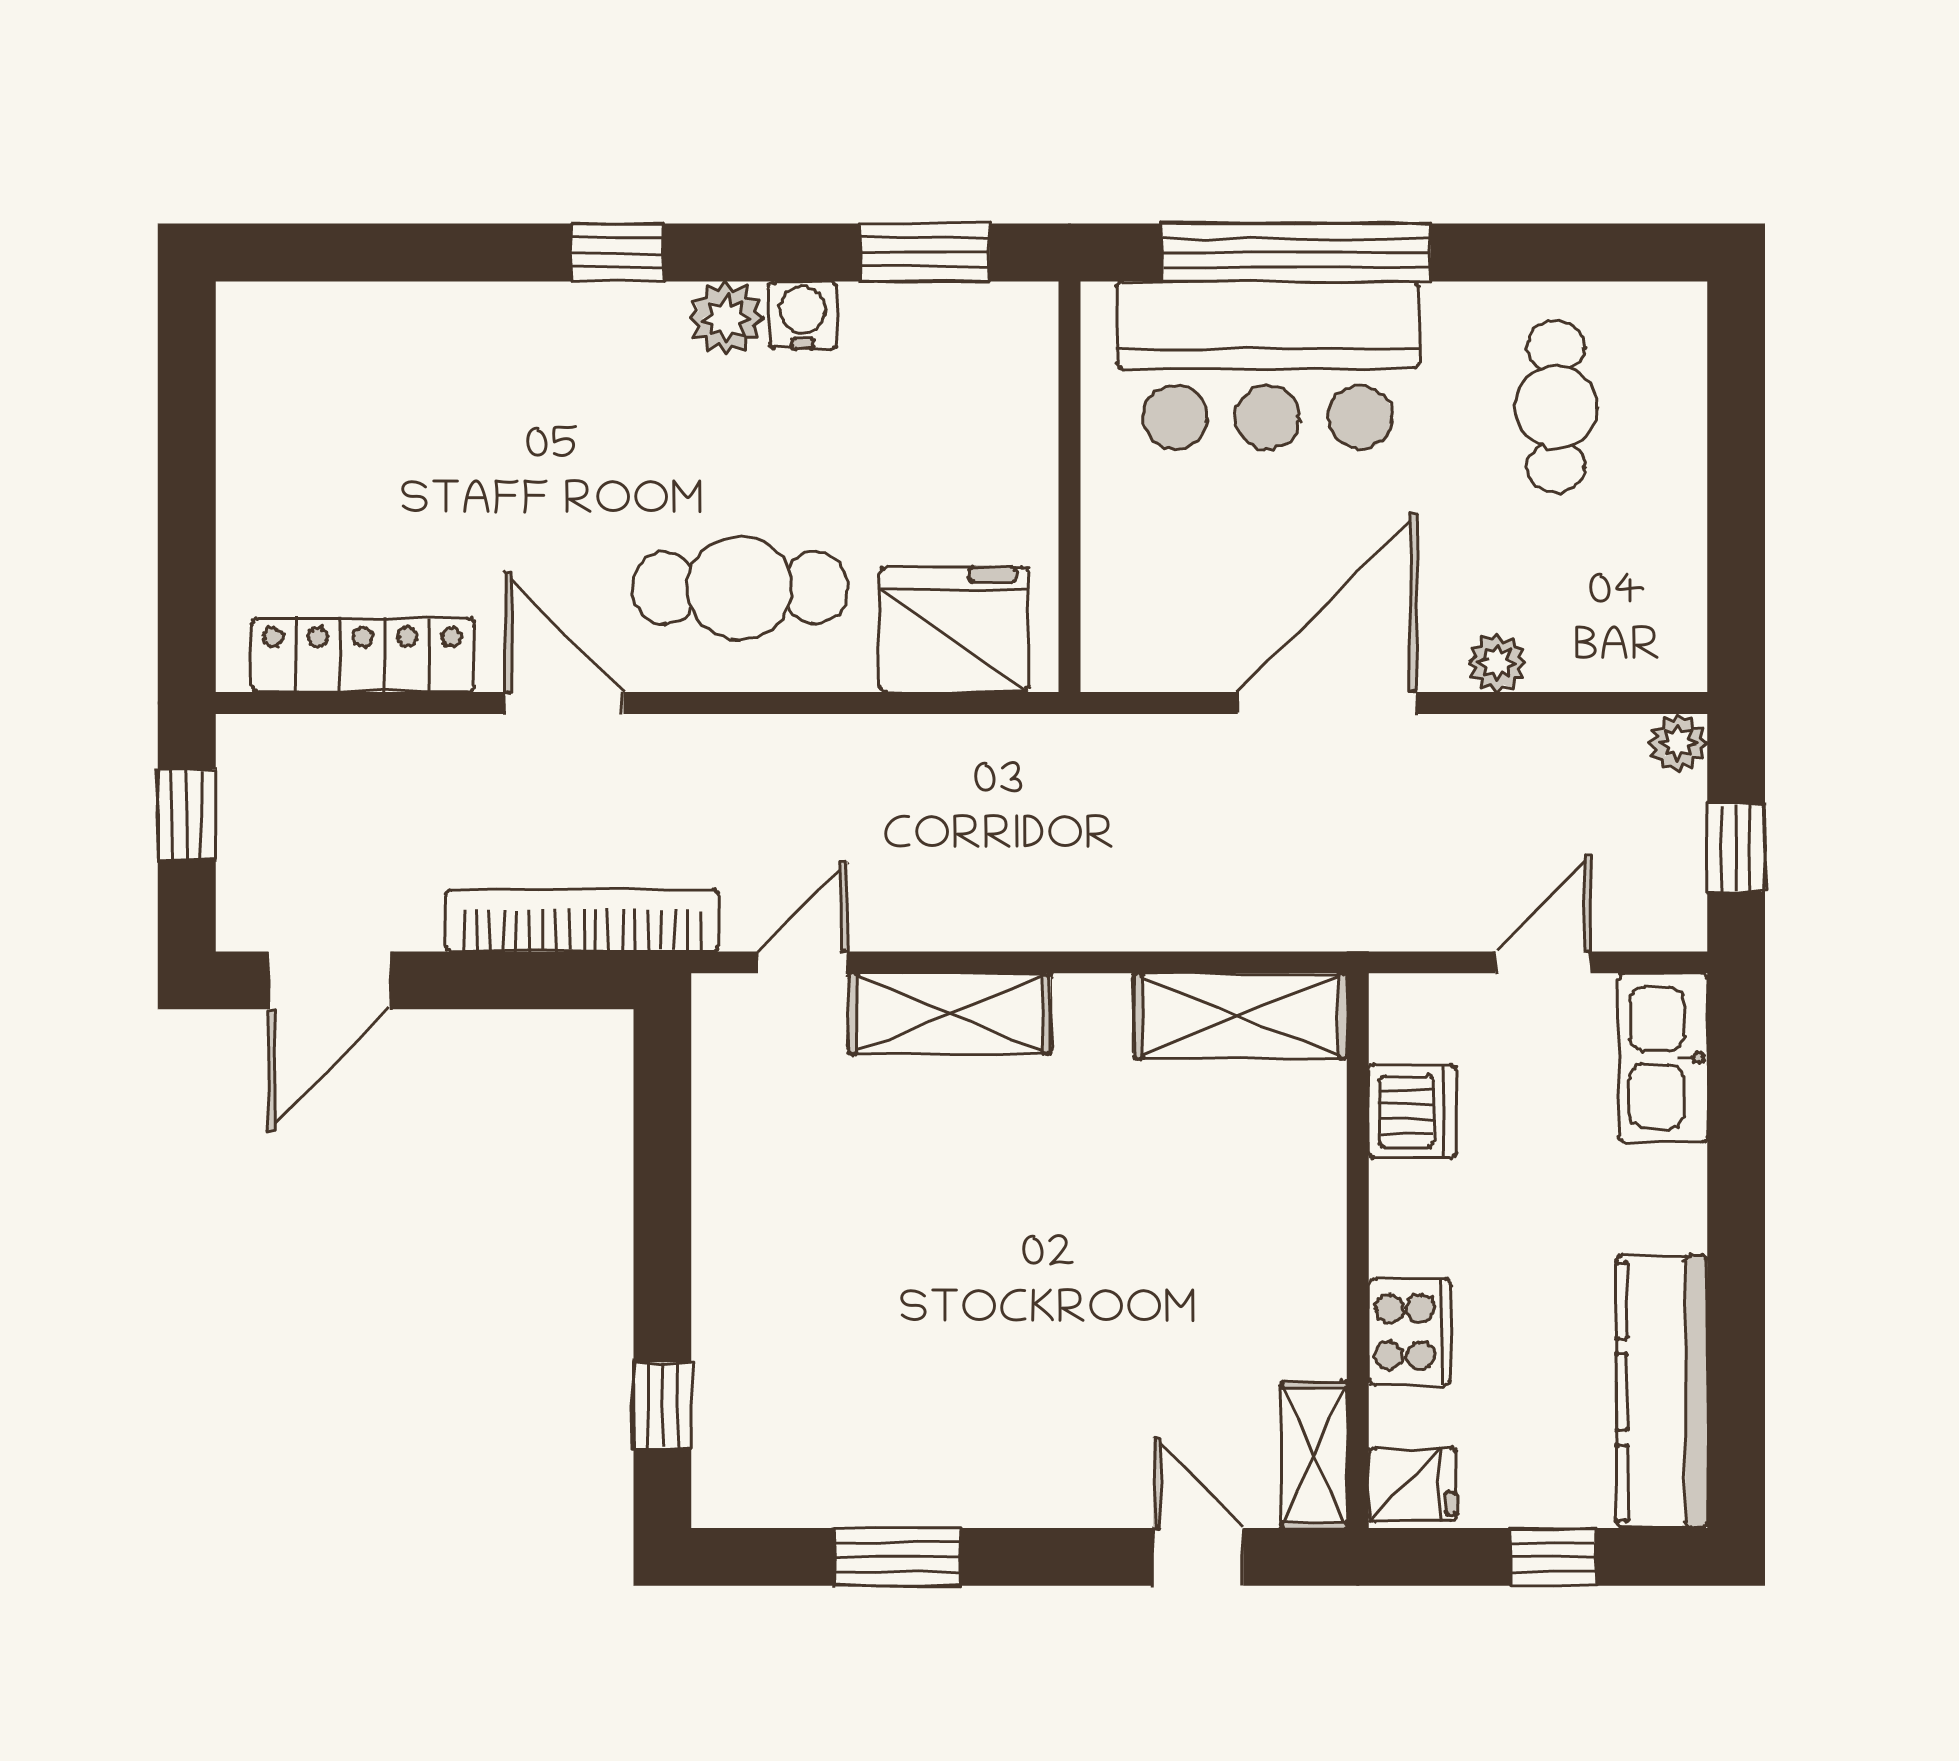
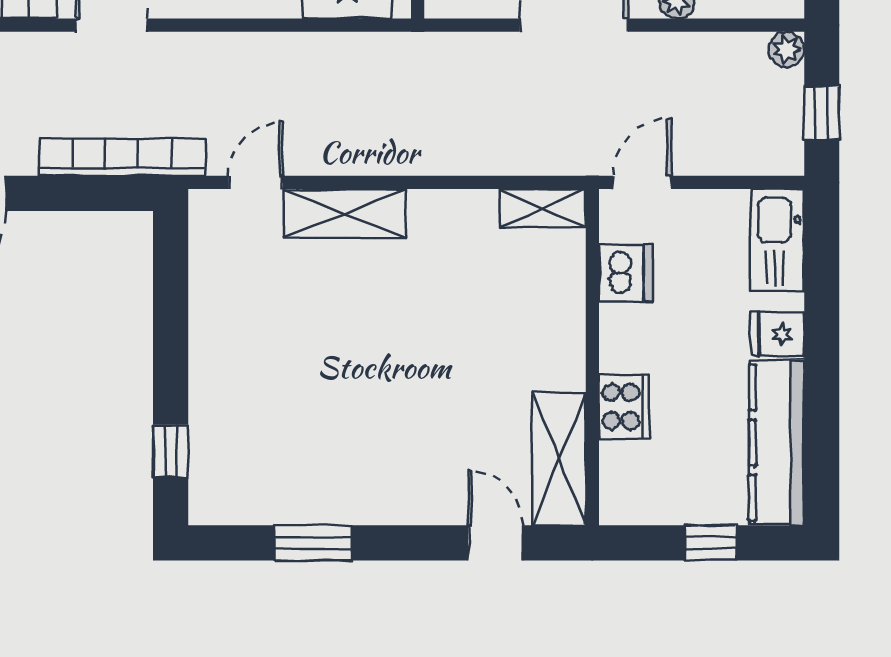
door: (1543, 962) -> (642, 182), moved
shelving: (1240, 1016) -> (543, 208), width x0.67, depth x0.75
shelving: (1314, 1455) -> (559, 459), width x1.50, depth x1.33
fridge: (1412, 1484) -> (778, 334), moved, turned 180

